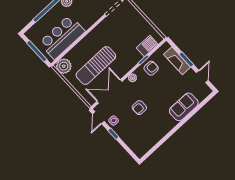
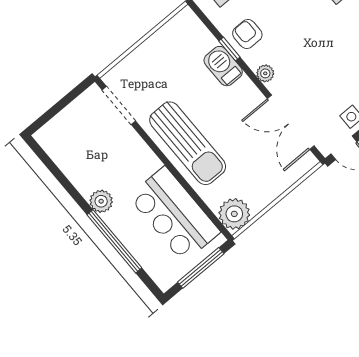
barbecue: (147, 46) -> (223, 66), moved
sun lounger: (96, 66) -> (188, 143), moved
armchair: (139, 108) -> (327, 62), removed

